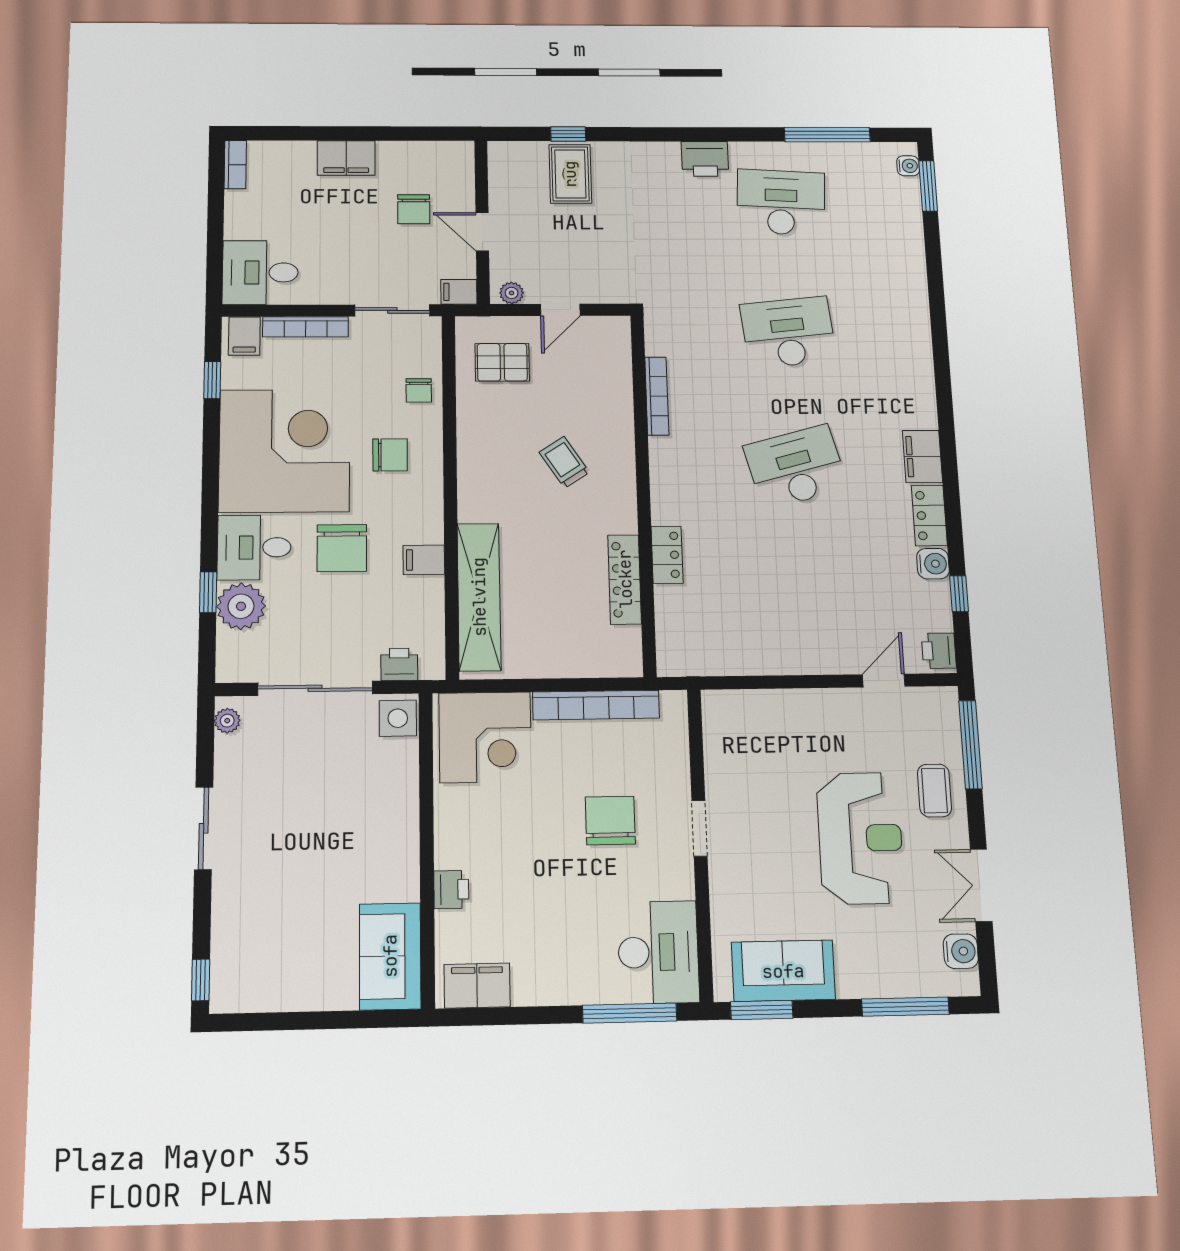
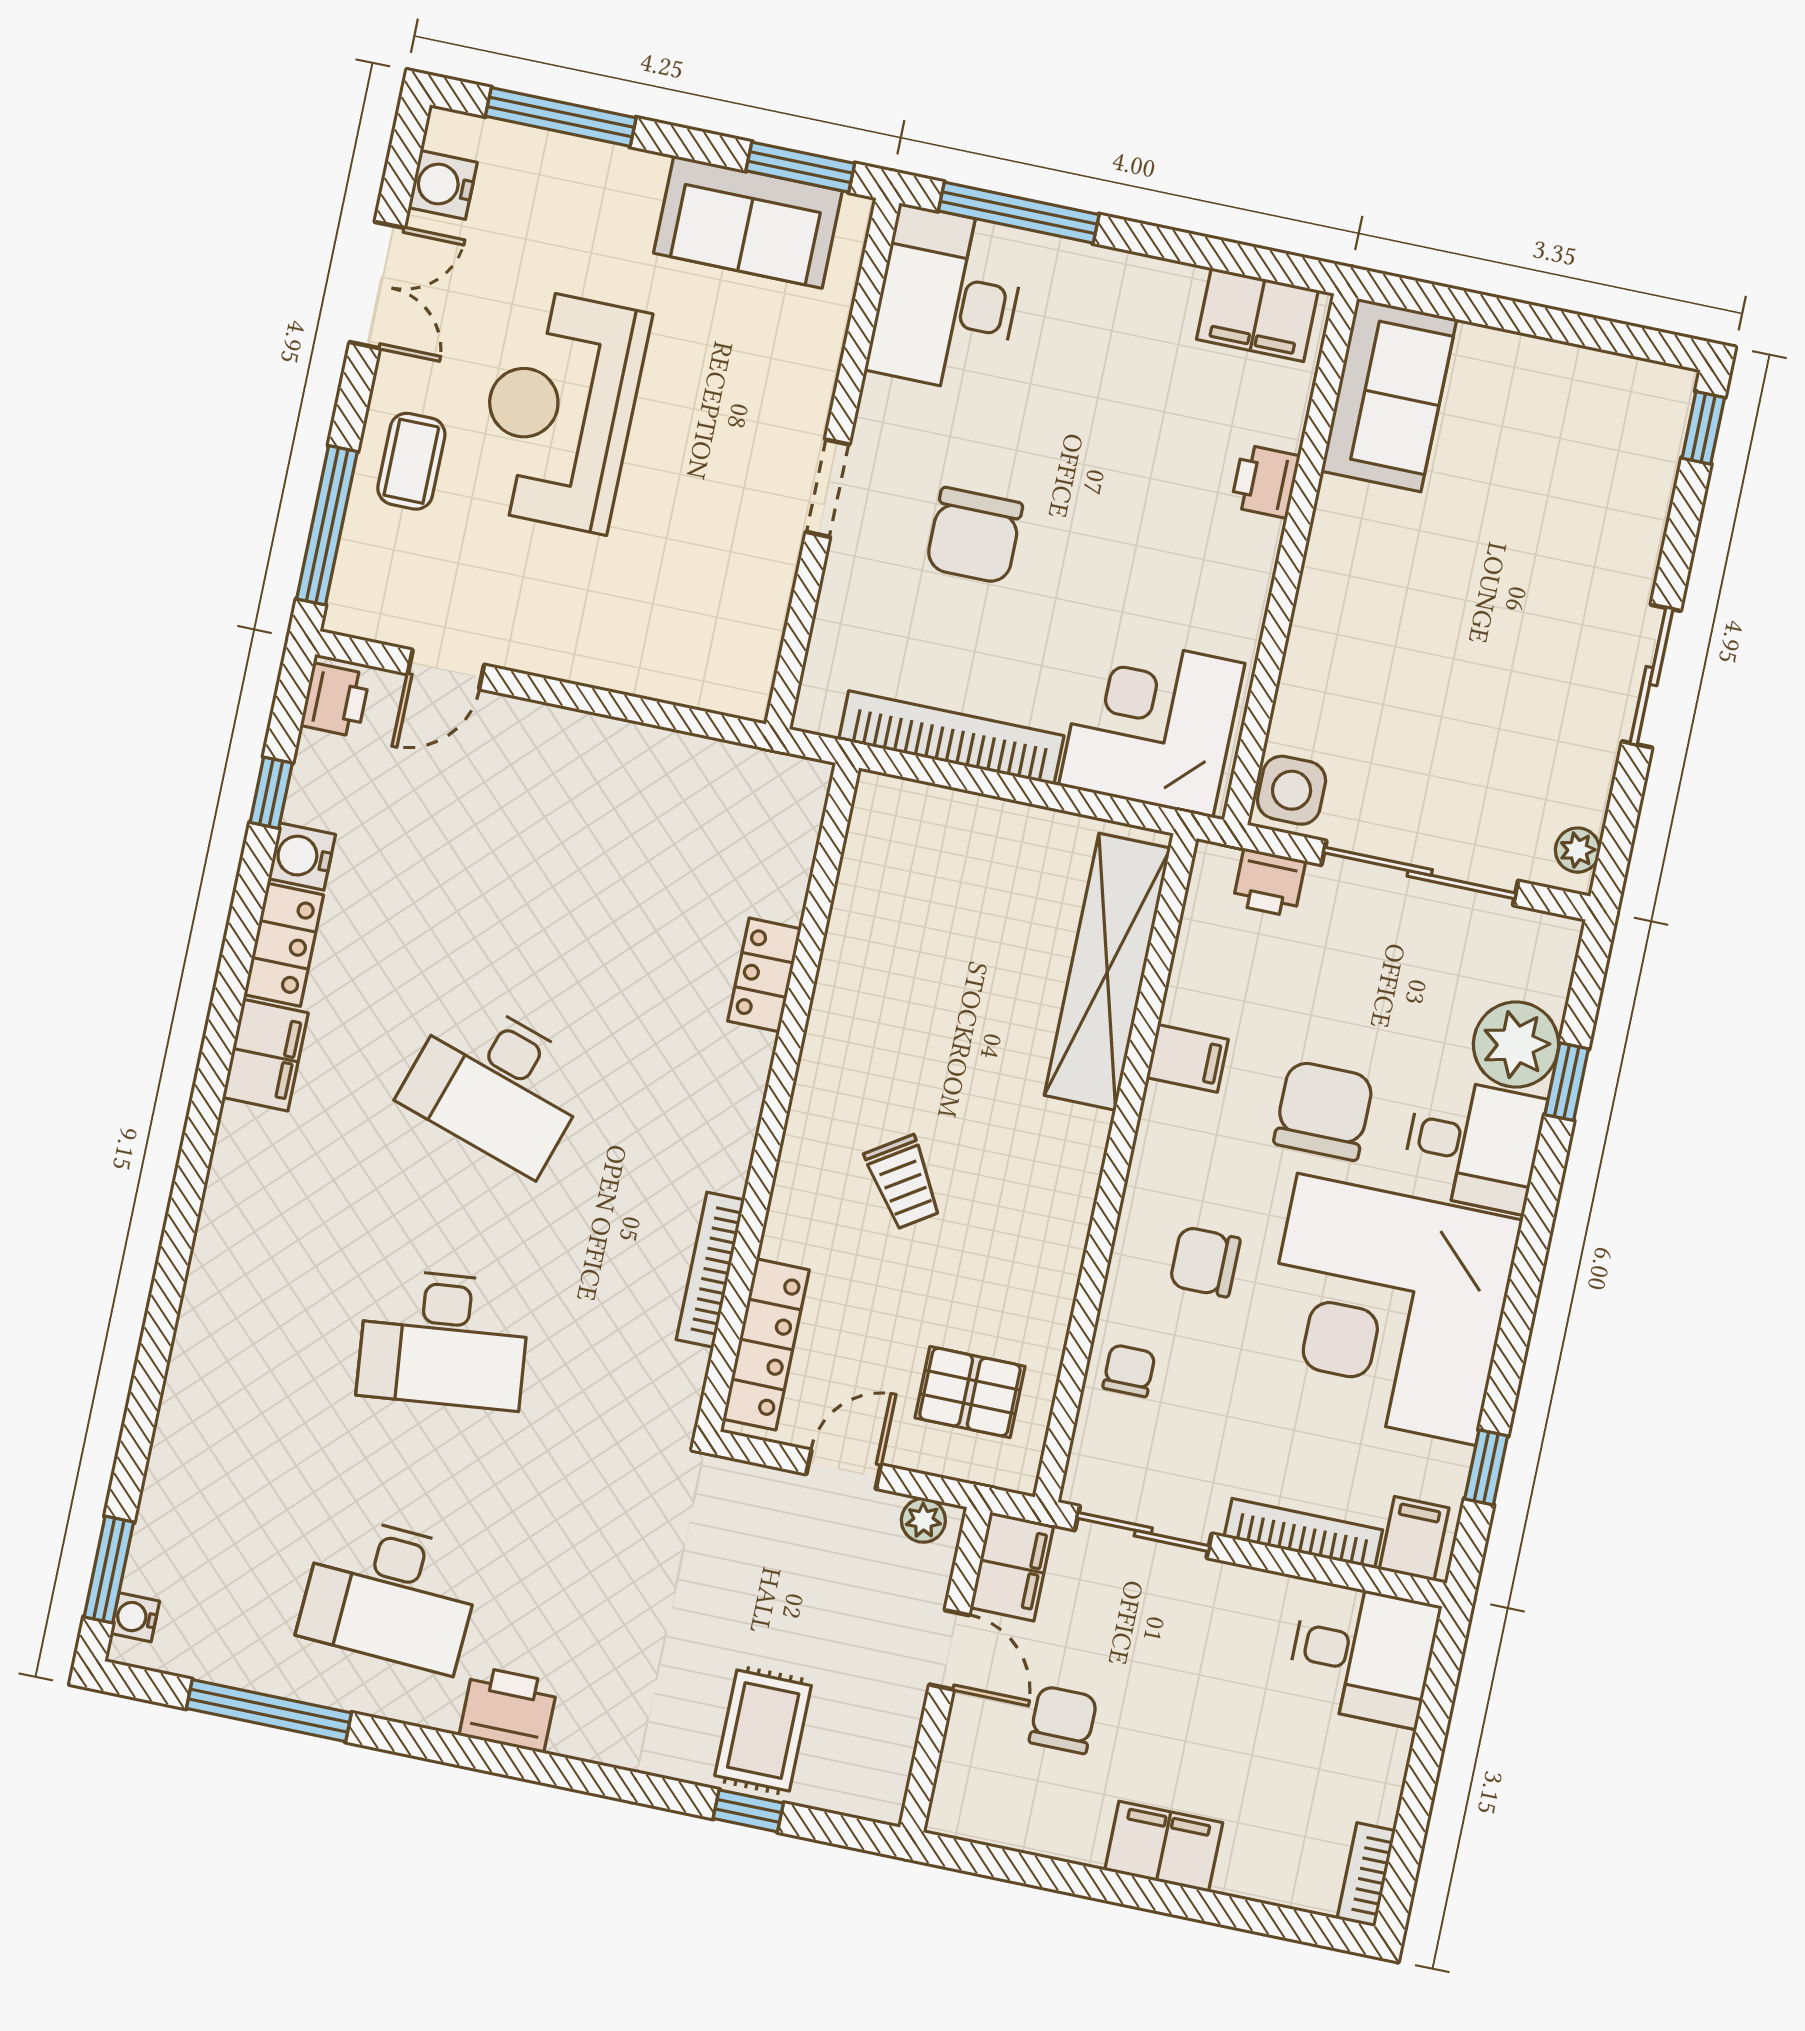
filing cabinet: (459, 292) -> (1012, 1566), width x2.00
desk: (796, 467) -> (497, 1085), turned 33
locker: (625, 579) -> (766, 1344), moved

